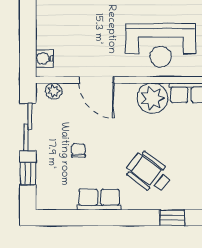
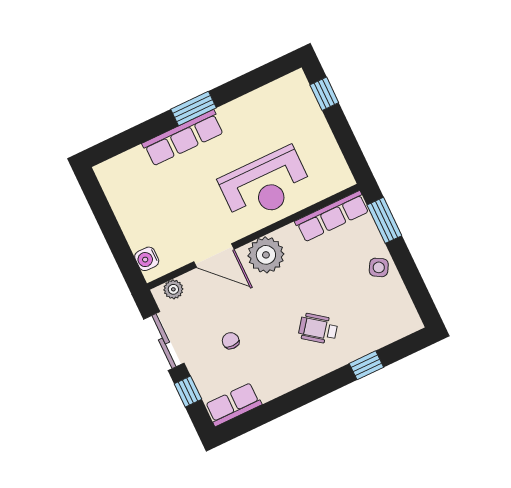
plant: (152, 98) -> (266, 255), moved
wheelchair: (149, 173) -> (318, 329), width x0.73, depth x0.73
row of seats: (99, 200) -> (233, 404), moved

